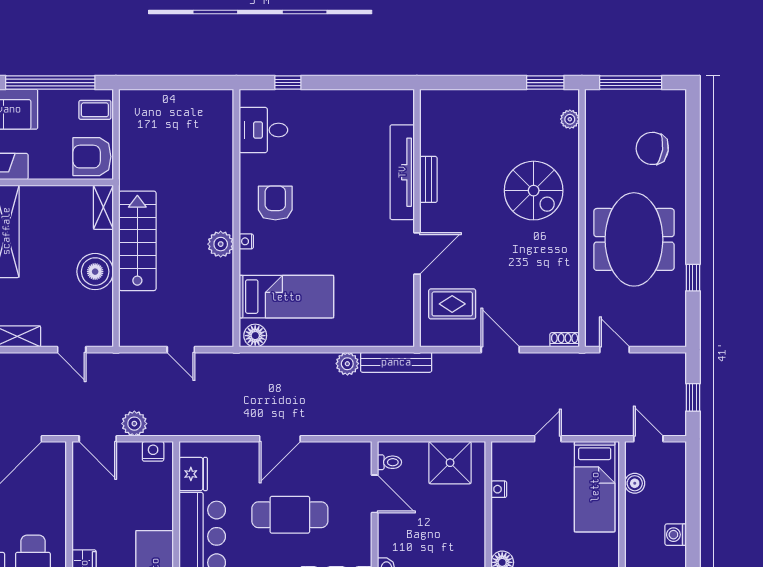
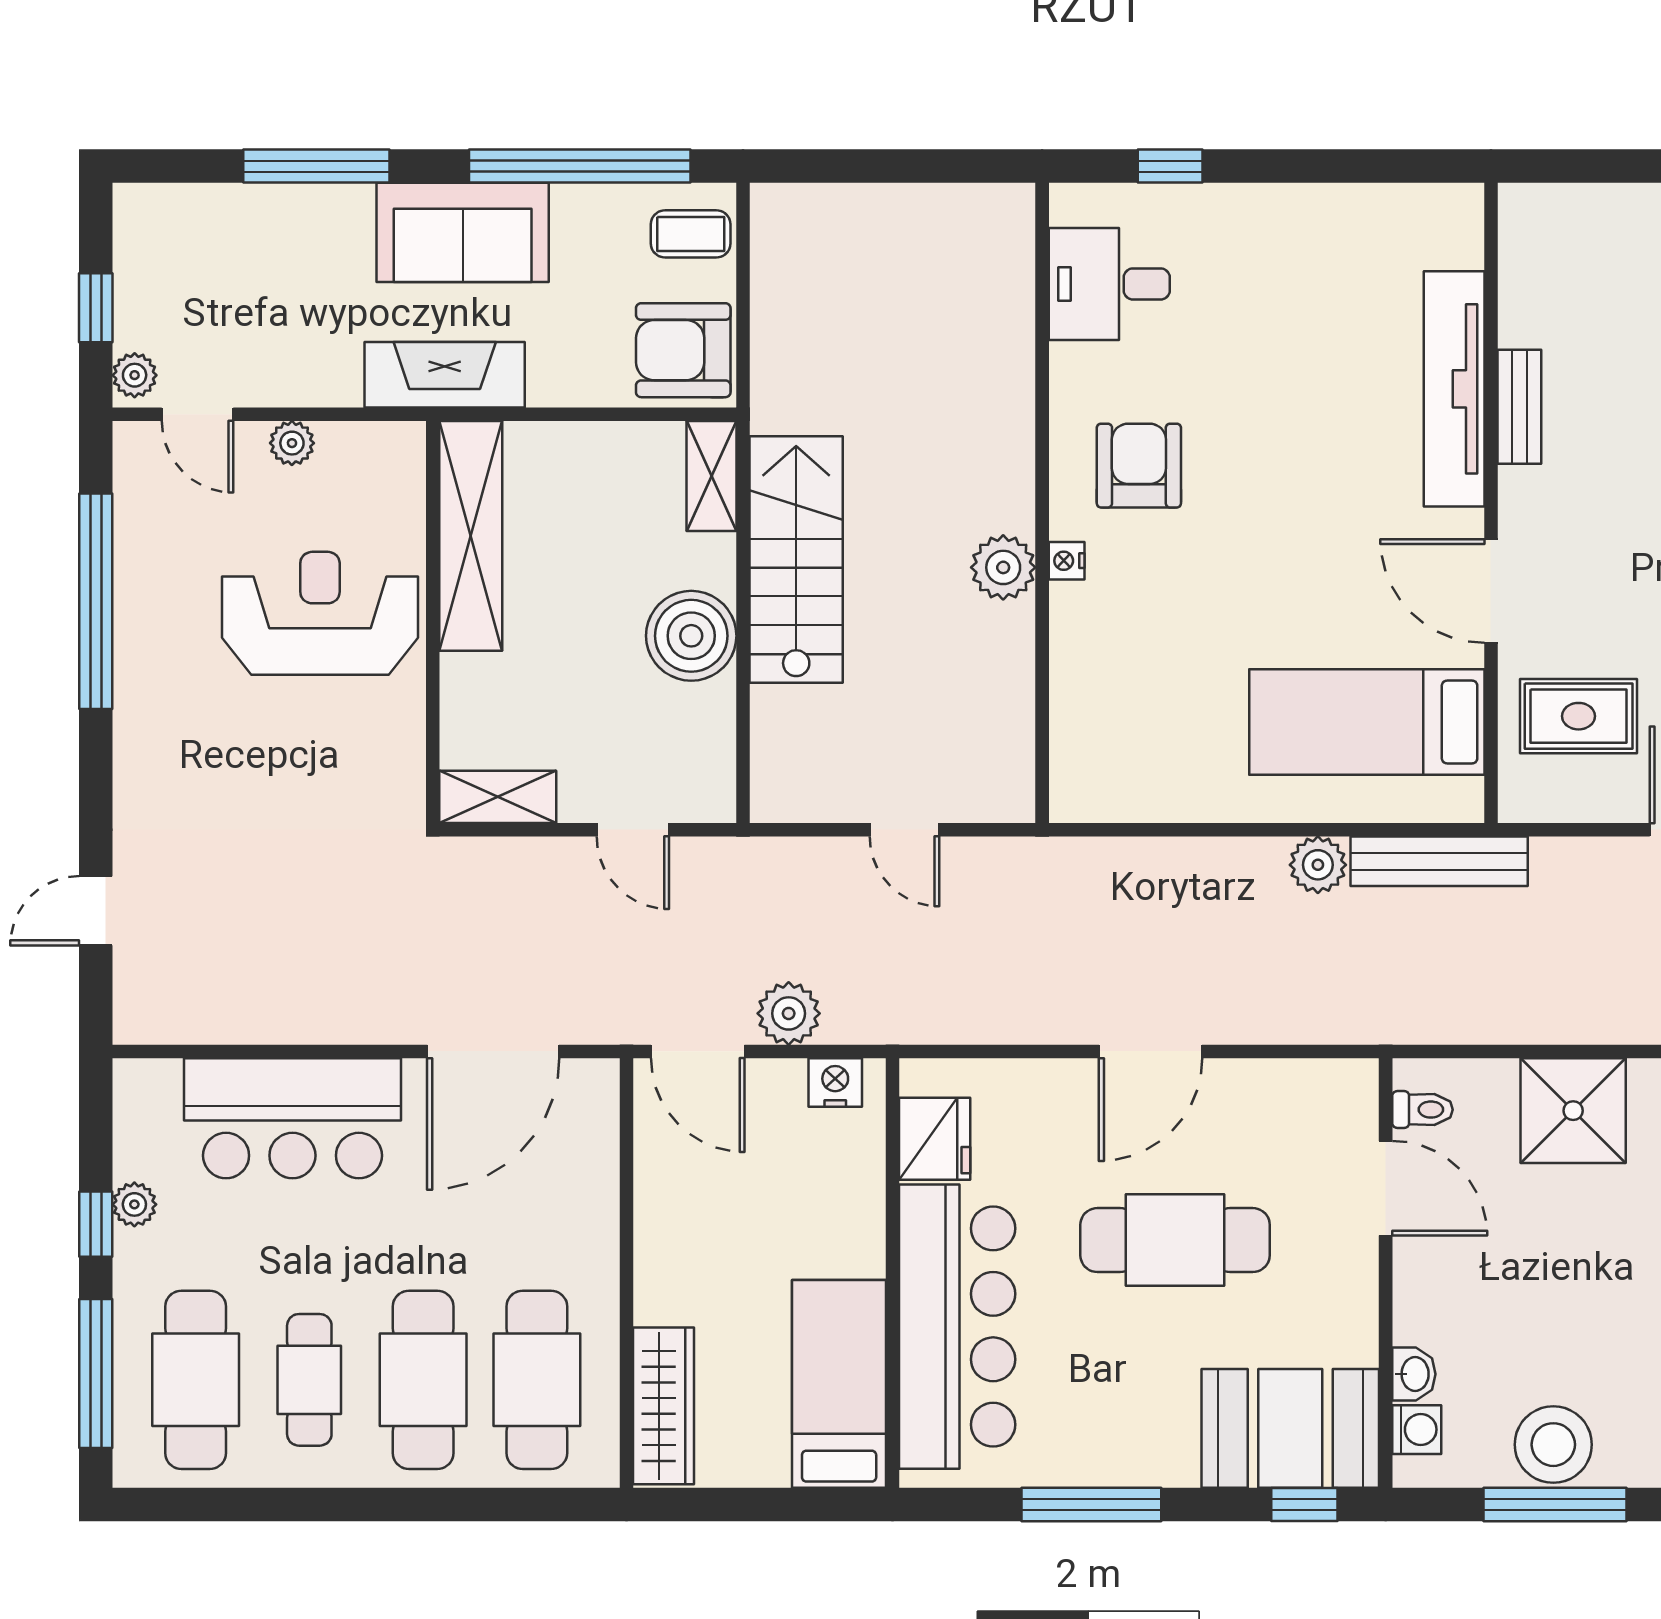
door: (417, 254) -> (1491, 591), swing flipped
bed: (286, 297) -> (1367, 722), moved, turned 180
floor lamp: (255, 336) -> (1089, 795), removed

